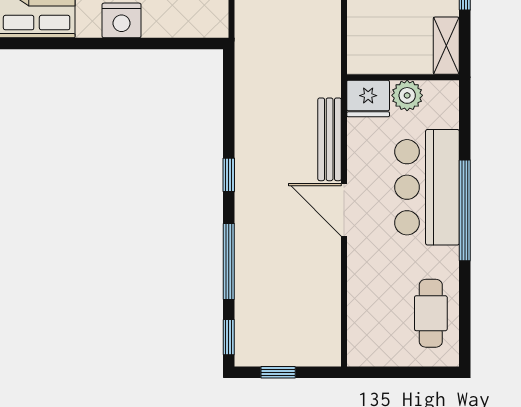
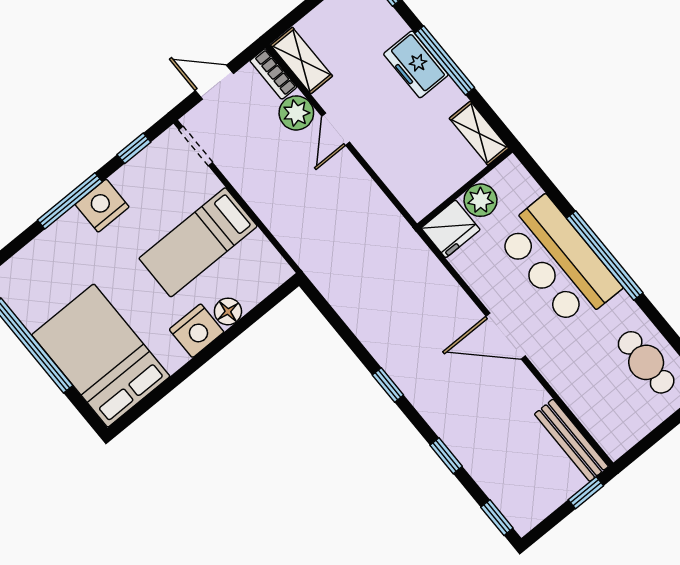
floor lamp: (156, 25) -> (228, 311), added
bench: (330, 139) -> (571, 440), moved
window: (229, 262) -> (446, 456), width x0.46
window: (278, 372) -> (586, 493), moved

